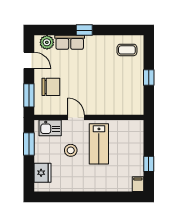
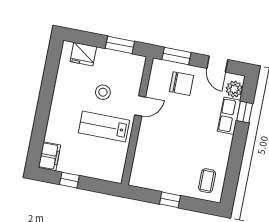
window: (84, 30) -> (245, 112), moved
door: (29, 60) -> (217, 64), hinge flipped
chair: (51, 87) -> (181, 84), turned -90
kitchen sink: (50, 128) -> (134, 73), removed
filing cabinet: (138, 184) -> (49, 156), width x2.00

